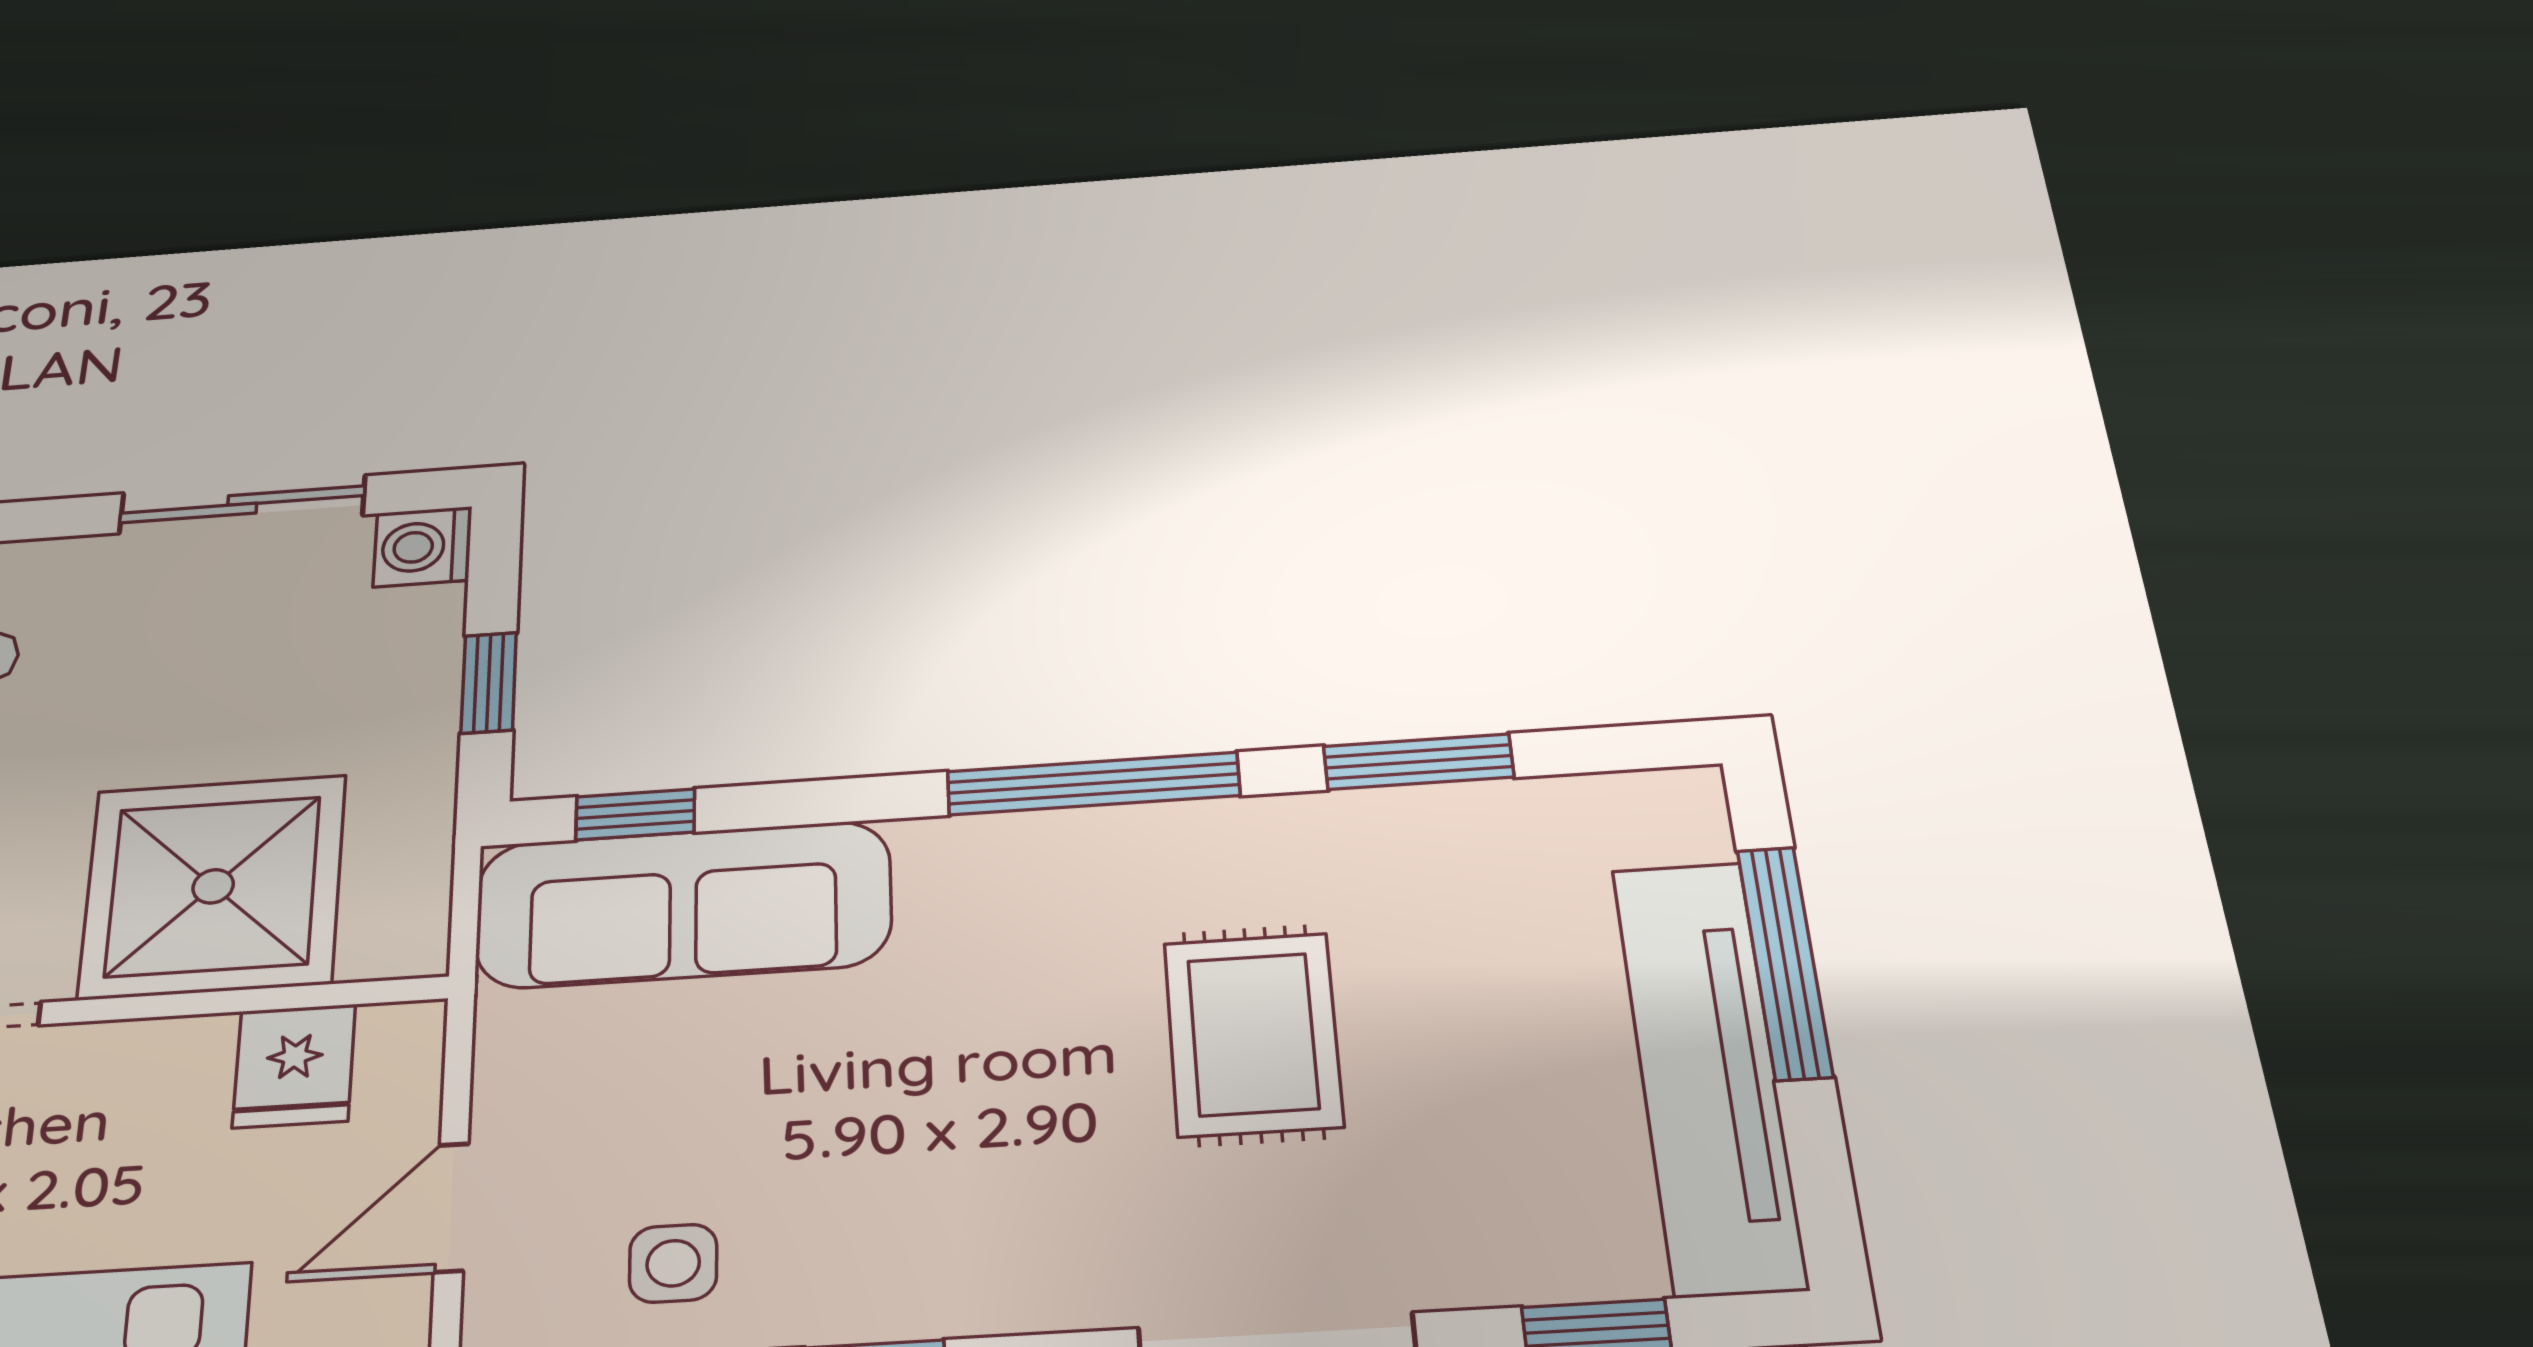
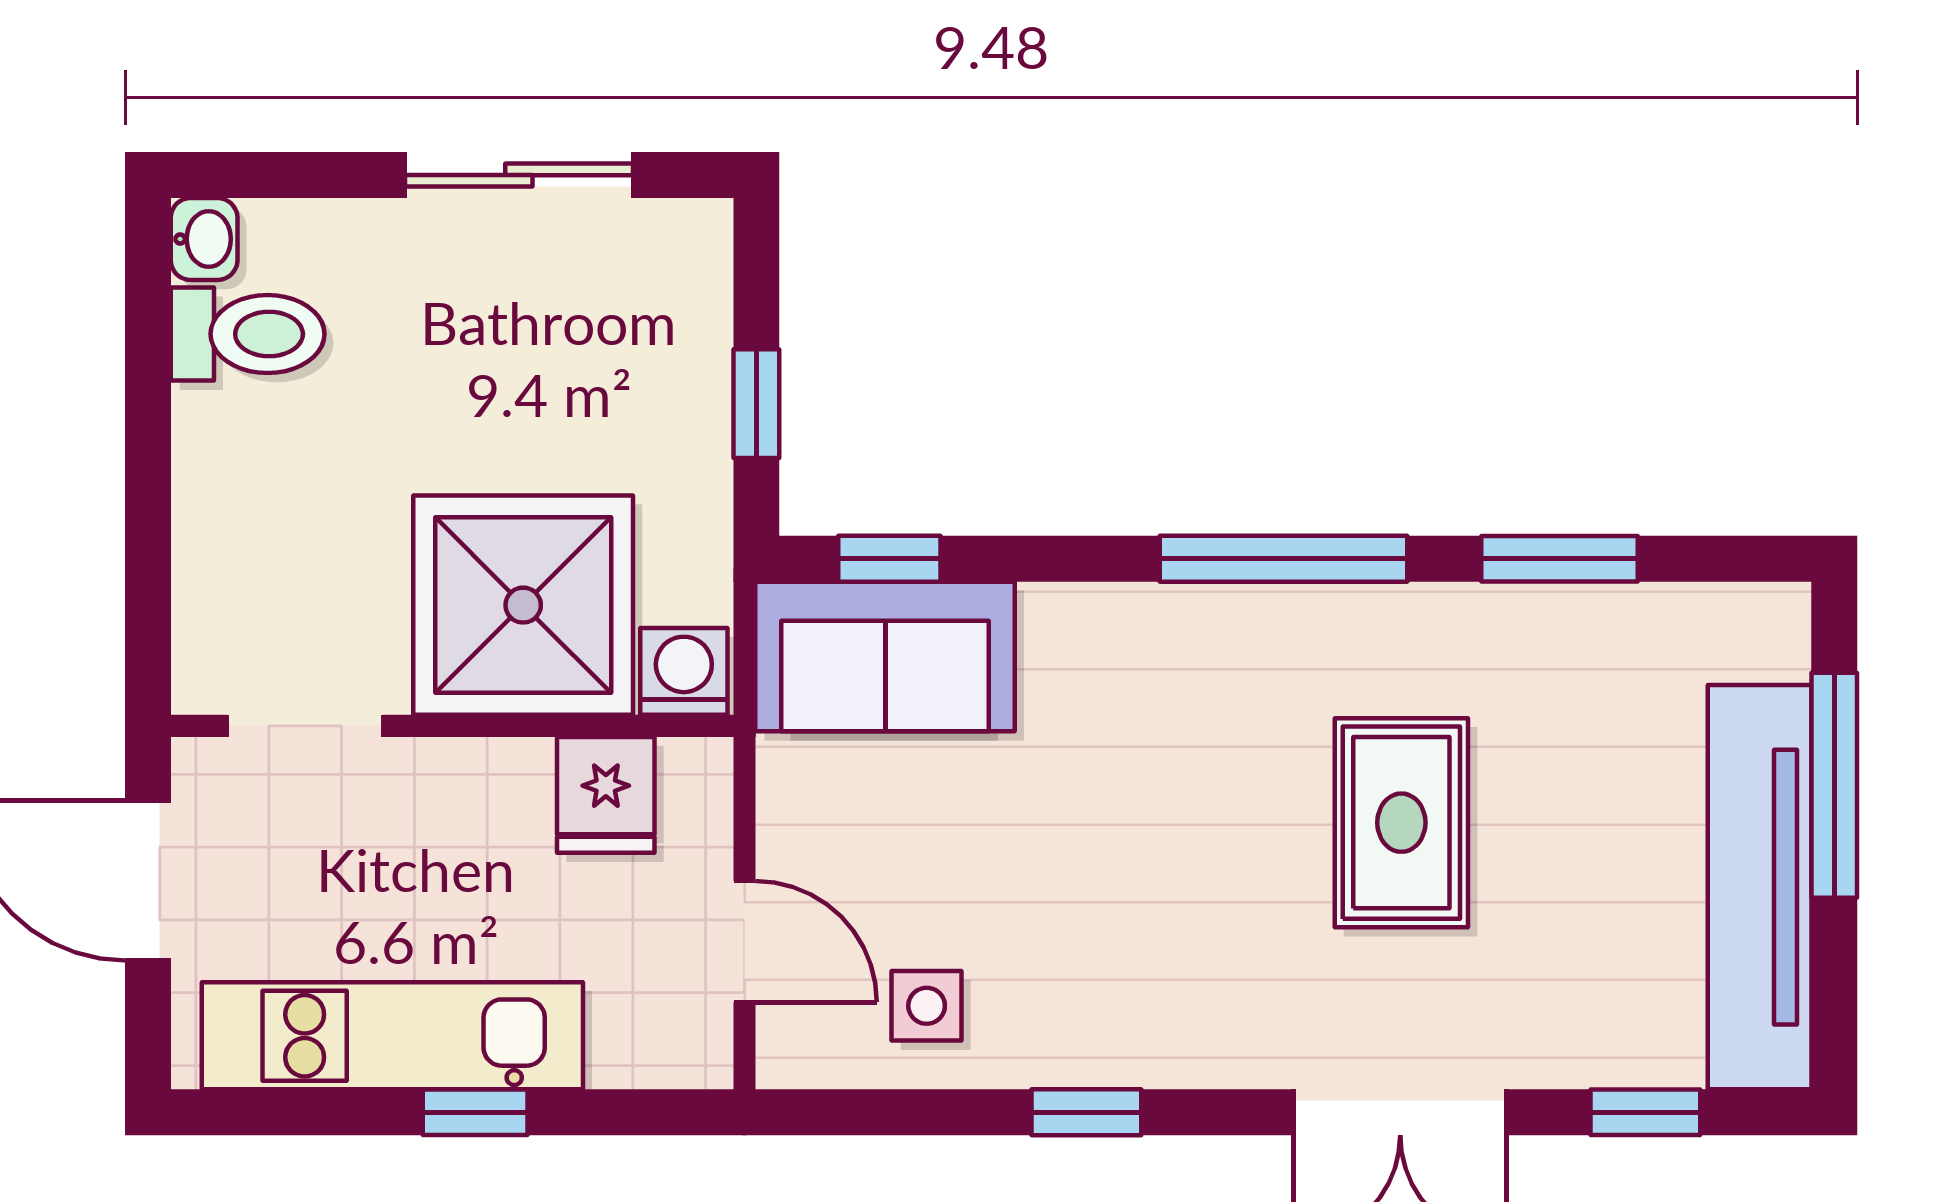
washing machine: (423, 547) -> (684, 671), moved, turned 90
sofa: (683, 904) -> (885, 656), width x0.73
door: (451, 1207) -> (745, 941), swing flipped

